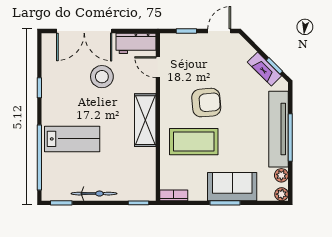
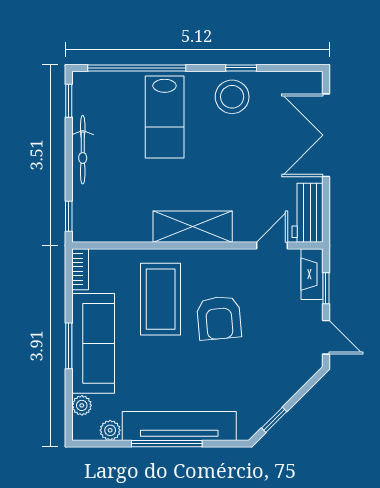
fireplace: (264, 69) -> (312, 274), moved, turned -45
stool: (102, 77) -> (232, 97), moved
sofa: (232, 187) -> (93, 343), width x1.36
plant: (282, 194) -> (82, 405), moved

